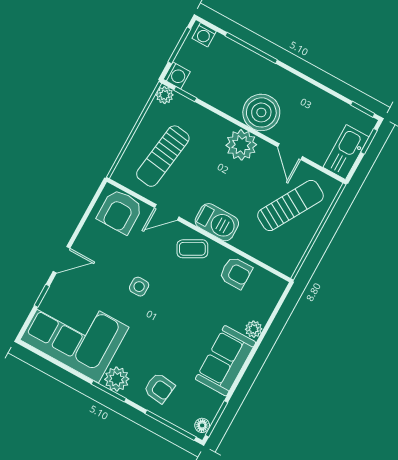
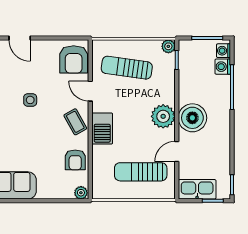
washing machine: (177, 75) -> (223, 67), moved, turned 90
sun lounger: (290, 205) -> (141, 172), turned 150
armchair: (120, 212) -> (74, 59), turned -90
plant: (254, 329) -> (81, 193), moved

